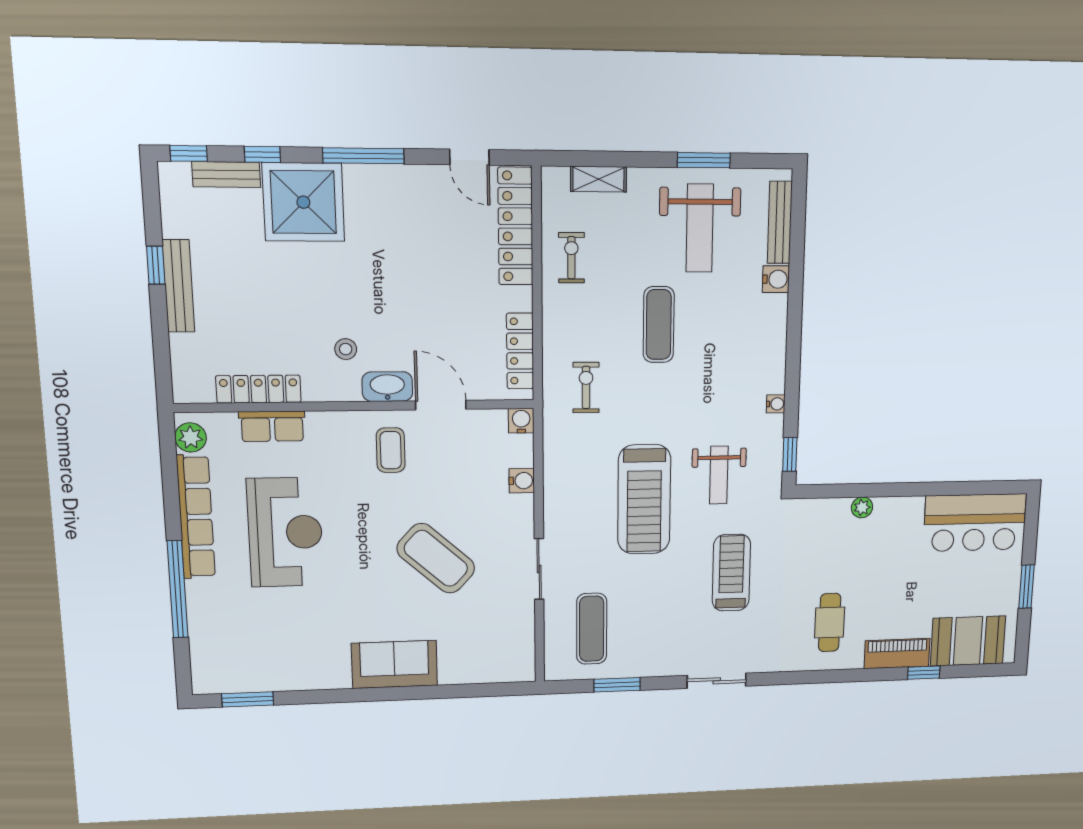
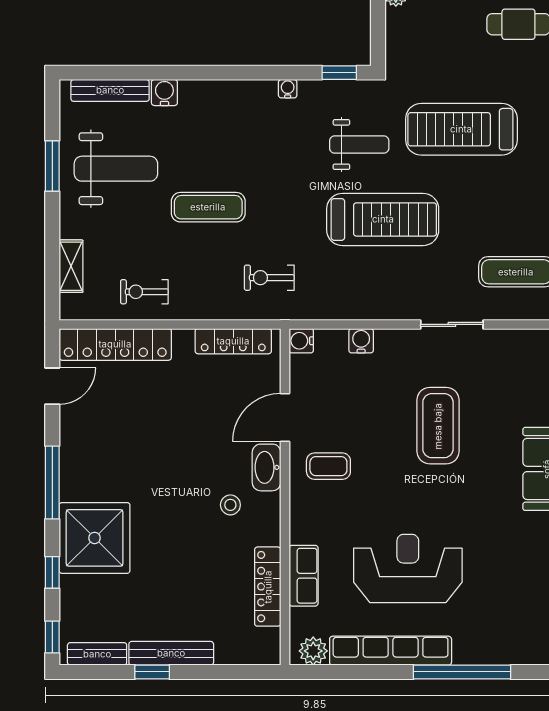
bench: (226, 174) -> (97, 654), moved, turned 90
coffee table: (436, 558) -> (438, 426), turned -42
treadmill: (731, 573) -> (461, 129), width x1.37, depth x1.38

